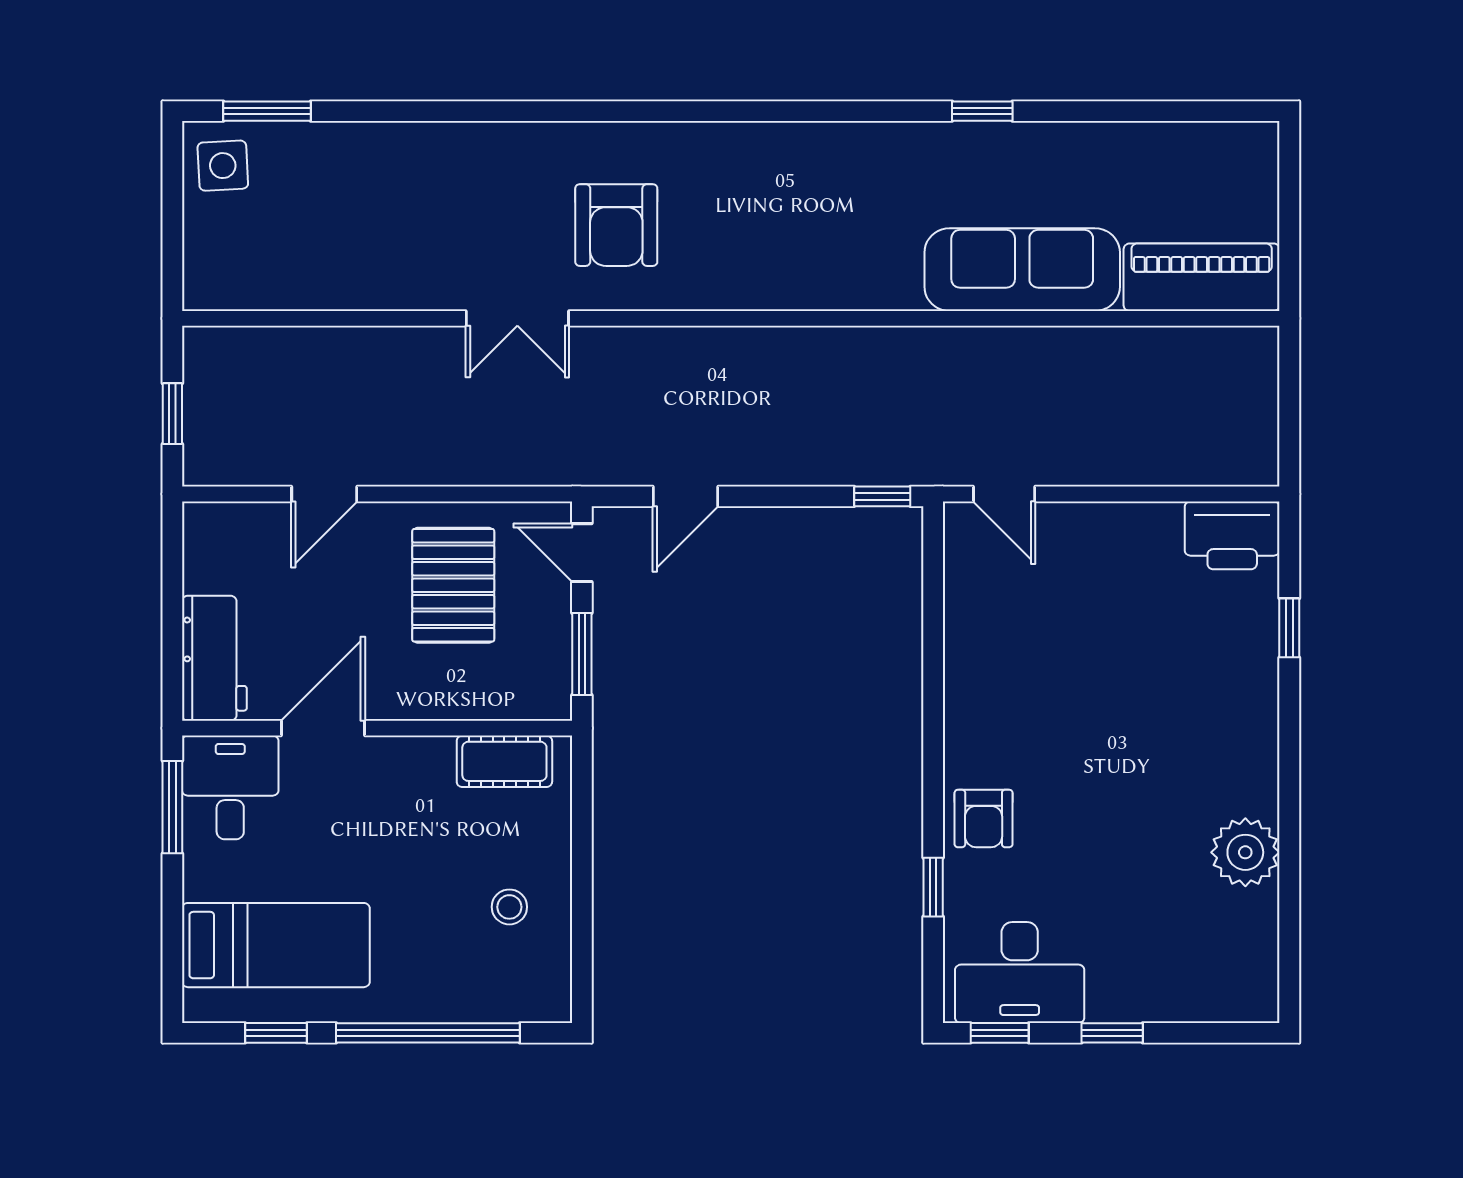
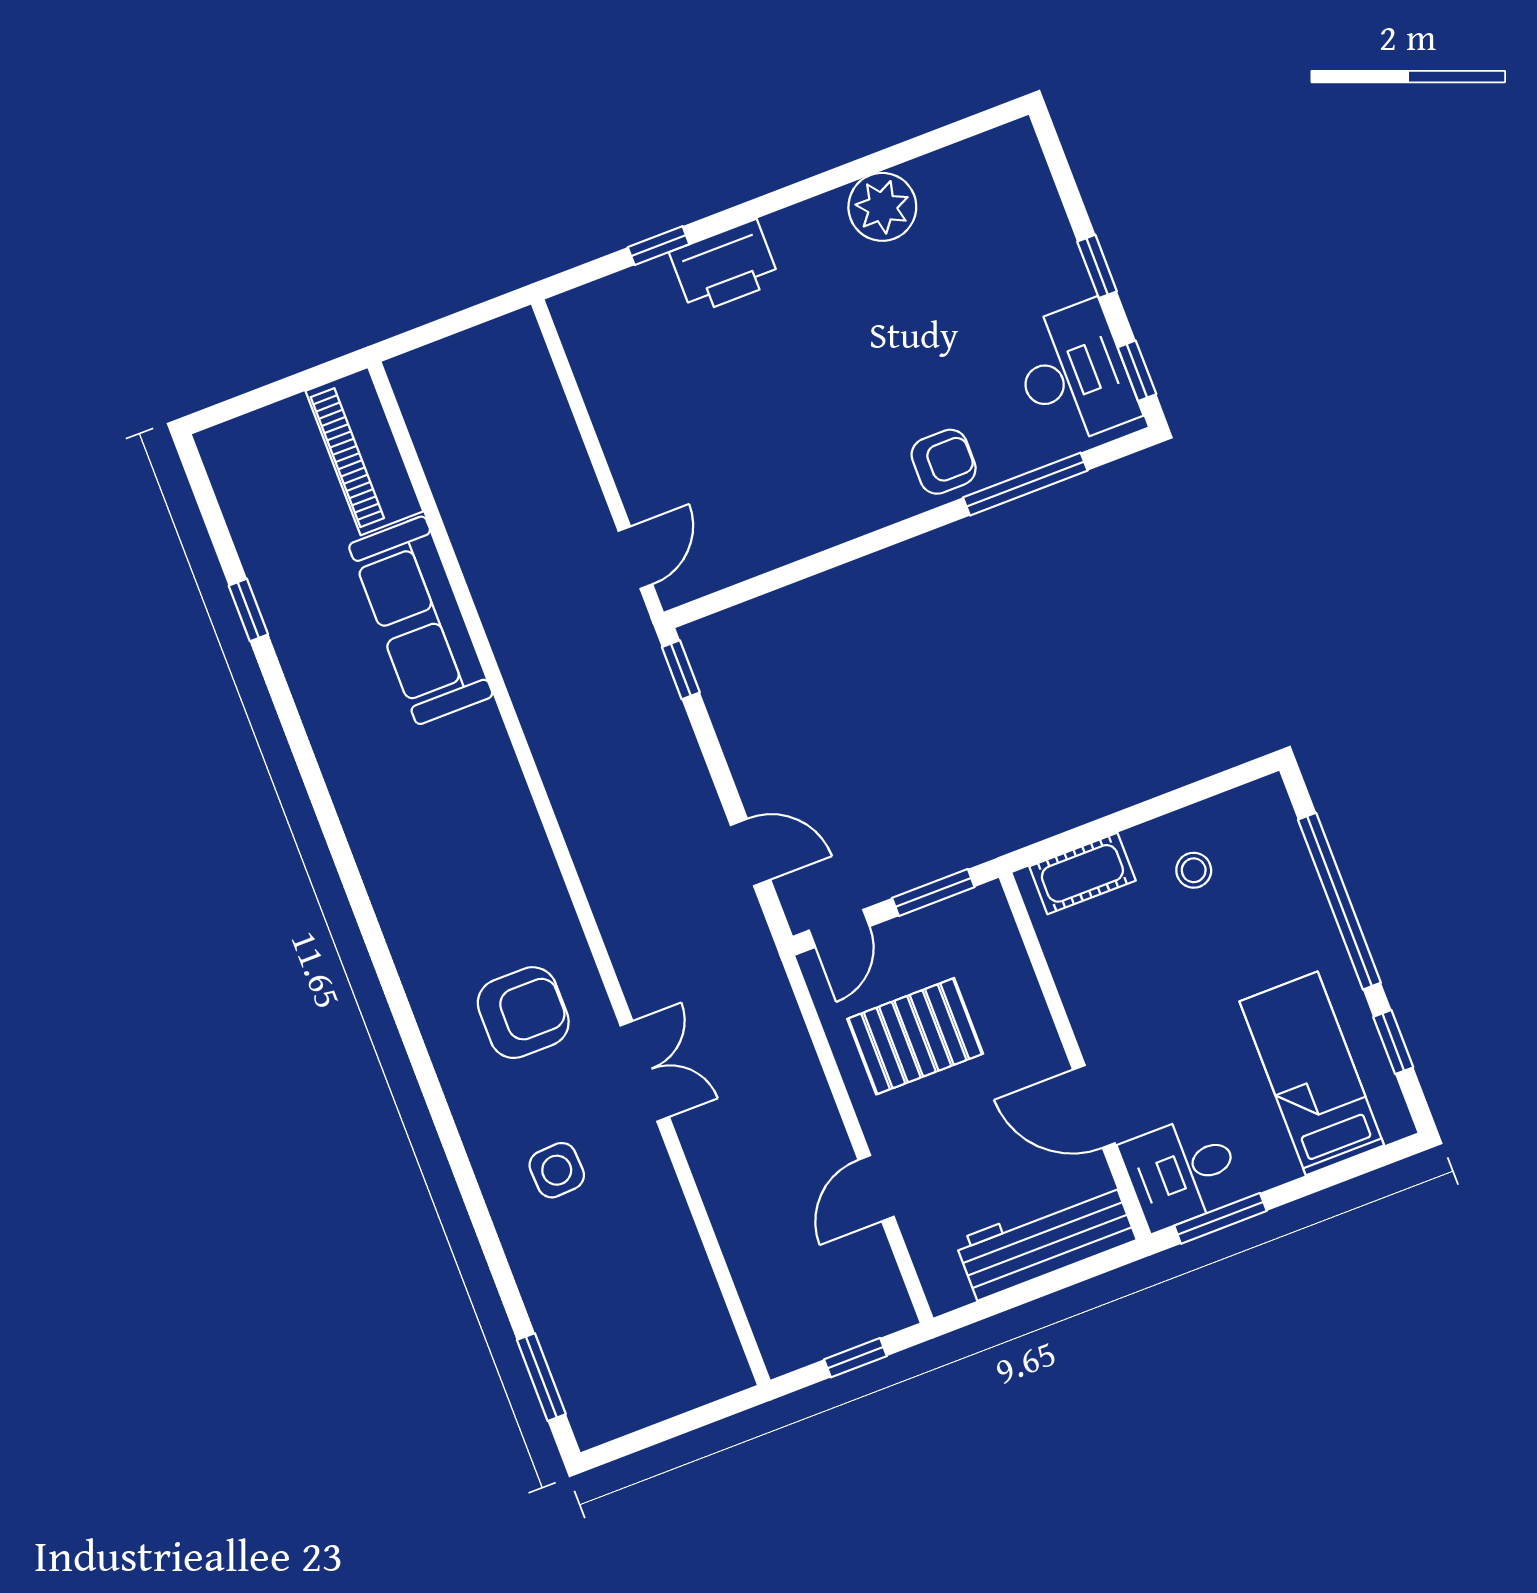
window: (982, 111) -> (248, 610), moved
side table: (223, 166) -> (557, 1170), moved
door: (324, 494) -> (876, 1188), swing flipped
printer: (1232, 535) -> (725, 267), moved, turned 90
workbench: (214, 658) -> (1046, 1240), width x1.38
cot: (504, 761) -> (1082, 873), moved, turned 90
window: (933, 887) -> (1025, 484), width x2.17

